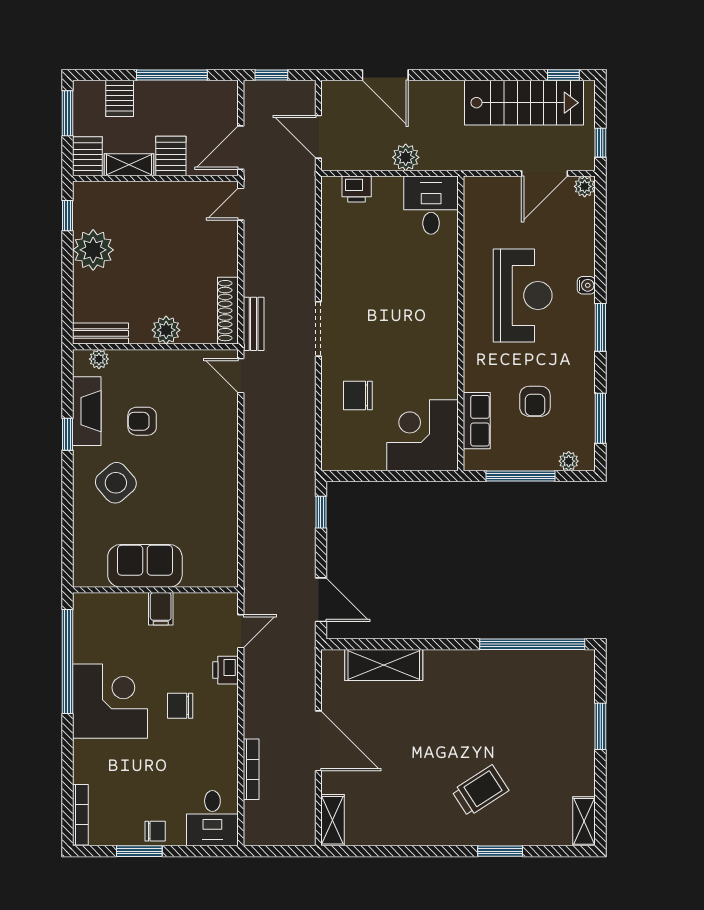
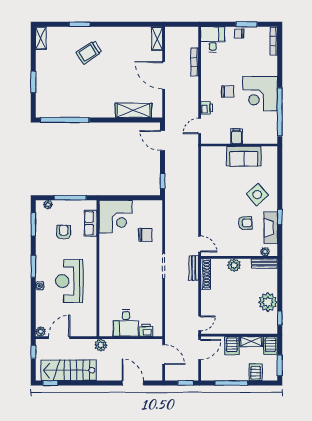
plant: (406, 157) -> (101, 345), moved
desk: (431, 205) -> (126, 323), moved

